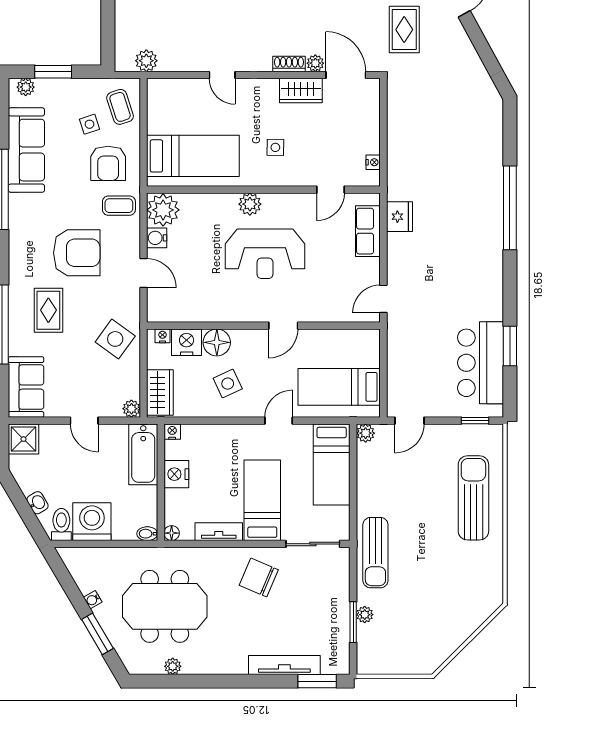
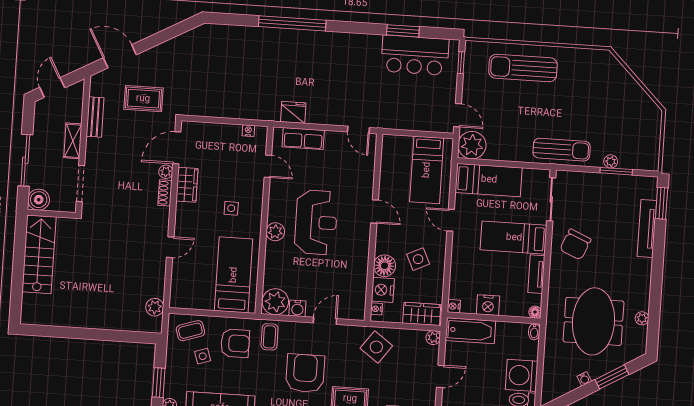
plant: (366, 433) -> (472, 145), width x1.87, depth x1.87

